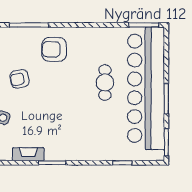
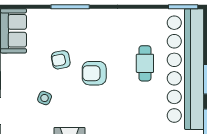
armchair: (54, 49) -> (94, 73), moved

